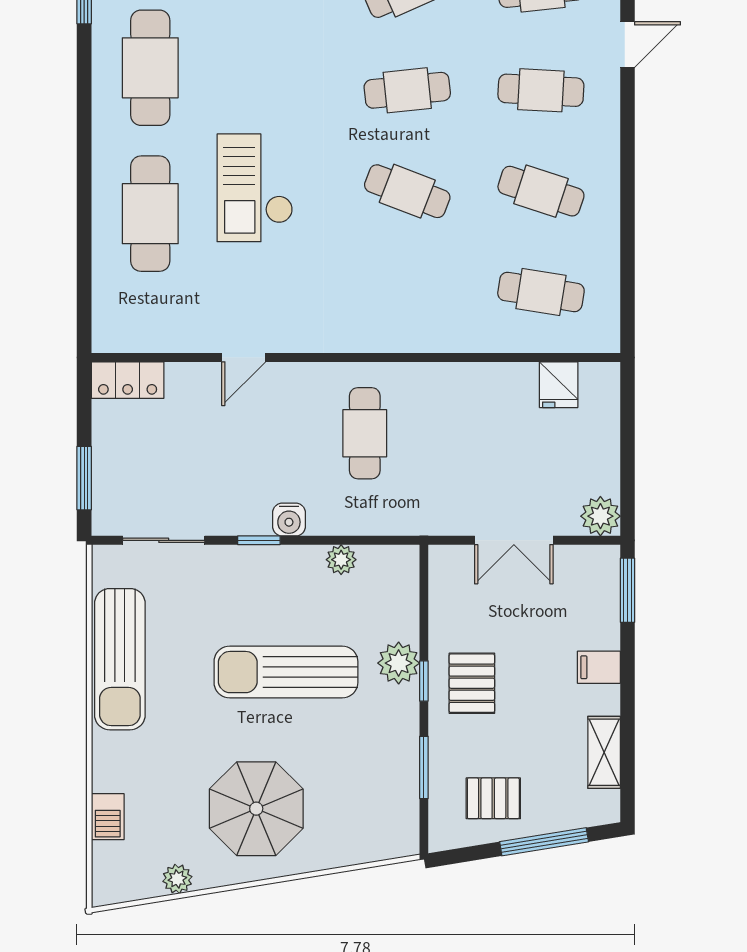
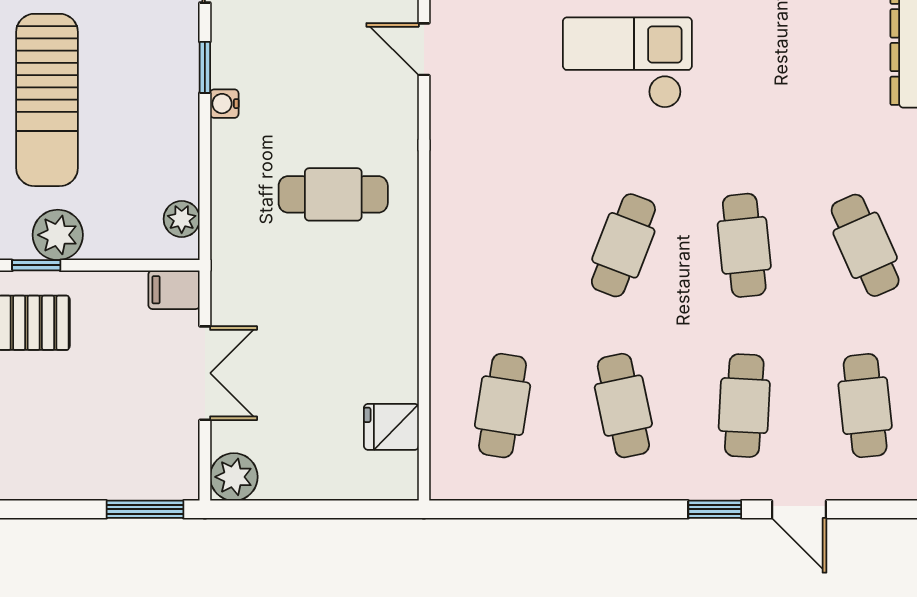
window: (627, 115) -> (715, 509), added
cafe table: (541, 191) -> (623, 406), turned -30
water cooler: (289, 520) -> (224, 104), width x0.72, depth x0.72
double door: (514, 540) -> (205, 373), swing flipped
plant: (341, 560) -> (182, 219), moved
filing cabinet: (599, 667) -> (174, 290), moved, turned -90
sun lounger: (286, 672) -> (47, 100), turned 180

